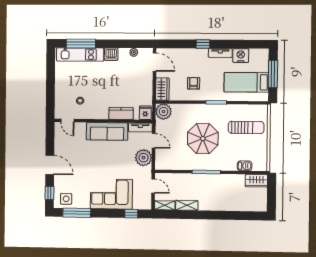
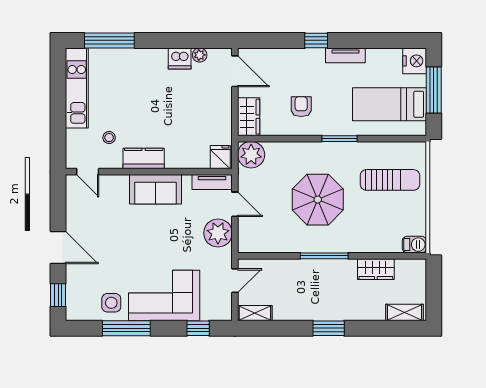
dishwasher: (111, 54) -> (180, 58), moved
kitchen unit: (80, 55) -> (77, 88), moved, turned -90
nightstand: (241, 56) -> (415, 61), moved, turned 90
kitchen counter: (121, 113) -> (144, 158), moved
sofa: (107, 131) -> (156, 189), width x0.73
barbecue: (245, 166) -> (414, 245), moved
wardrobe: (256, 181) -> (376, 269), moved
door: (153, 186) -> (235, 281), hinge flipped
side table: (66, 199) -> (111, 303), moved
shelving: (187, 205) -> (405, 312), moved
window: (77, 213) -> (126, 328), moved
window: (208, 215) -> (329, 328), added

